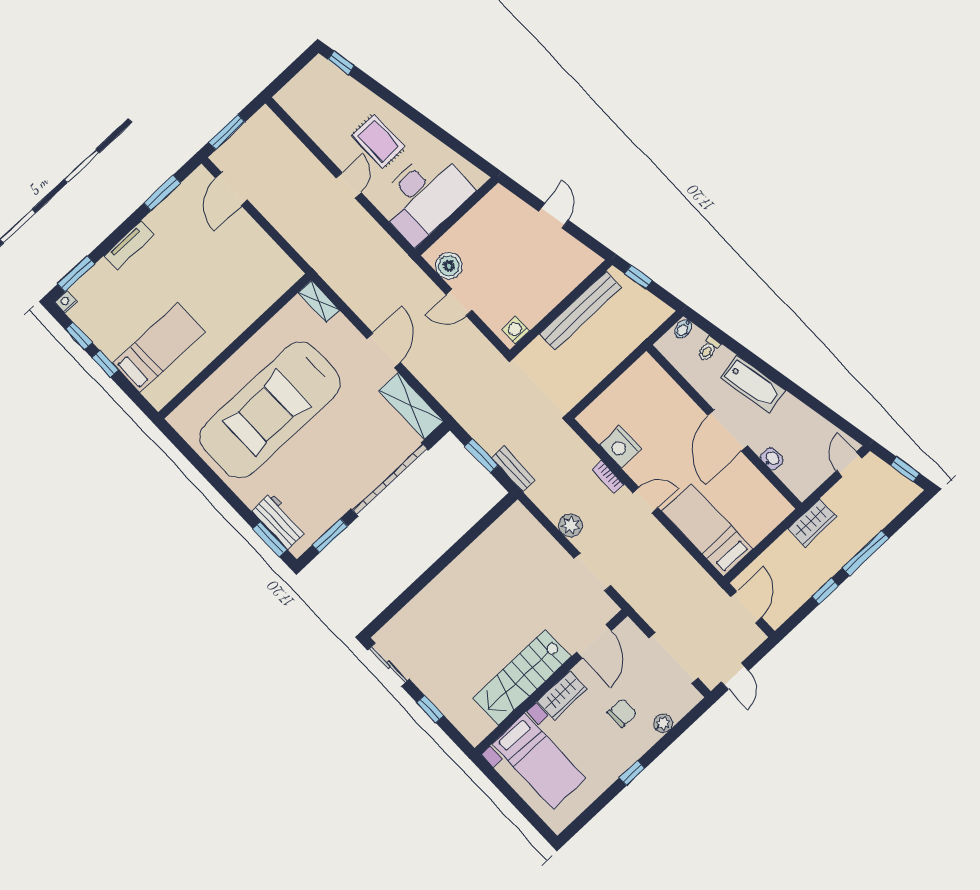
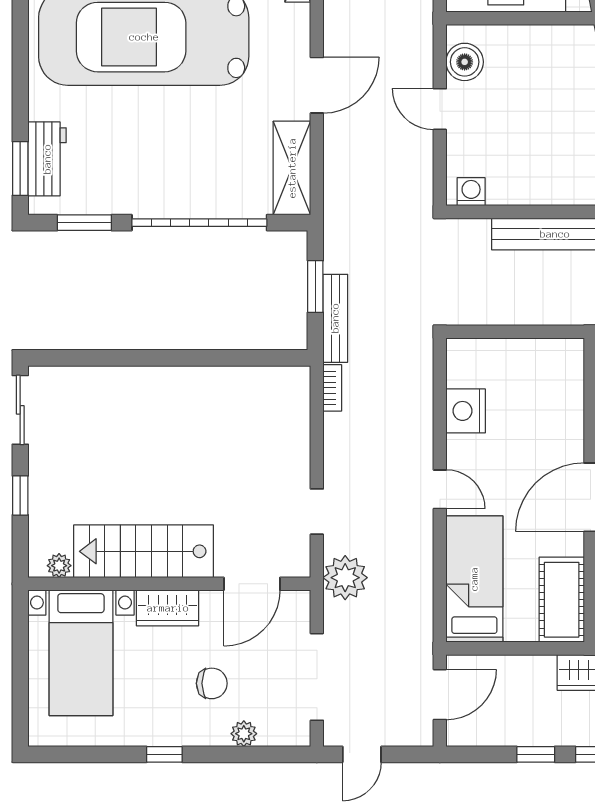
bench: (513, 469) -> (335, 318), width x1.36
bookcase: (608, 477) -> (332, 388), moved, turned 180
cot: (763, 498) -> (562, 600), added
plant: (570, 525) -> (345, 578), moved, width x1.36, depth x1.36
doorway: (592, 572) -> (317, 512), width x0.73
plant: (485, 726) -> (59, 566), added

